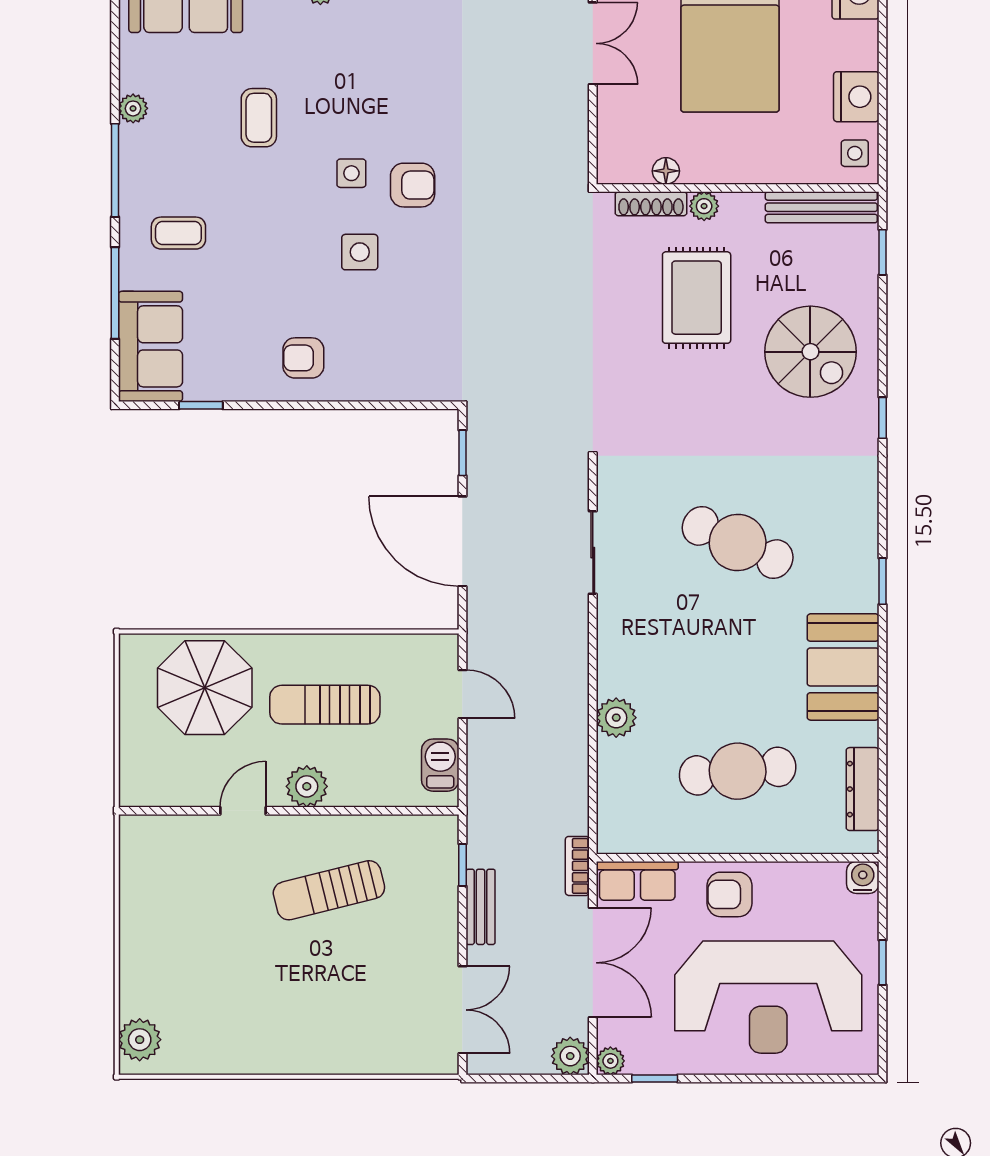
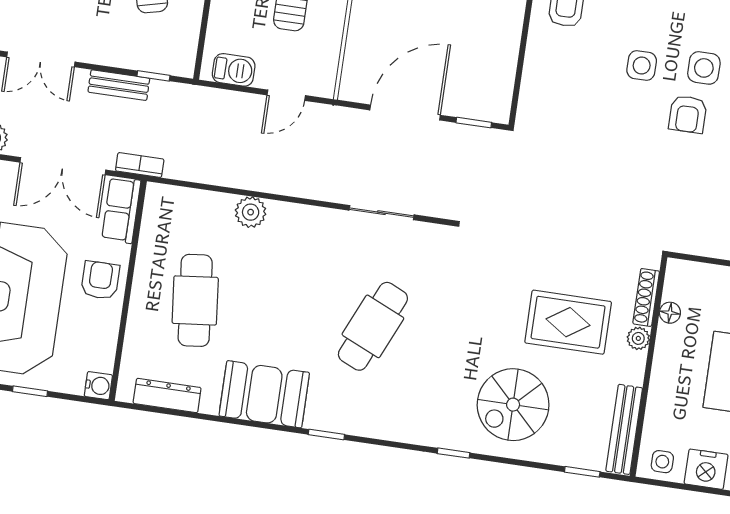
side table: (351, 173) -> (704, 68), width x1.37, depth x1.37

